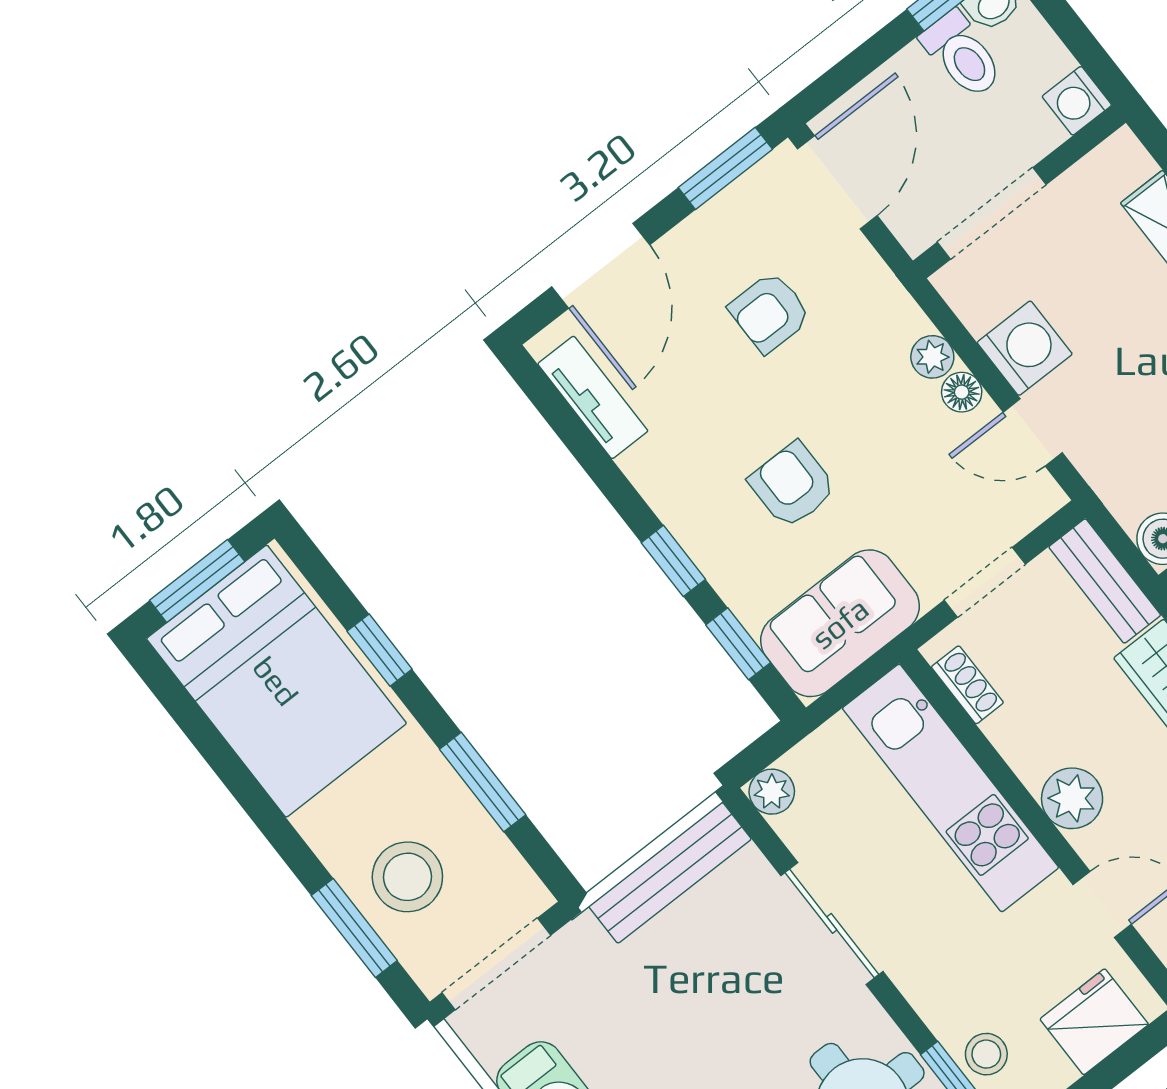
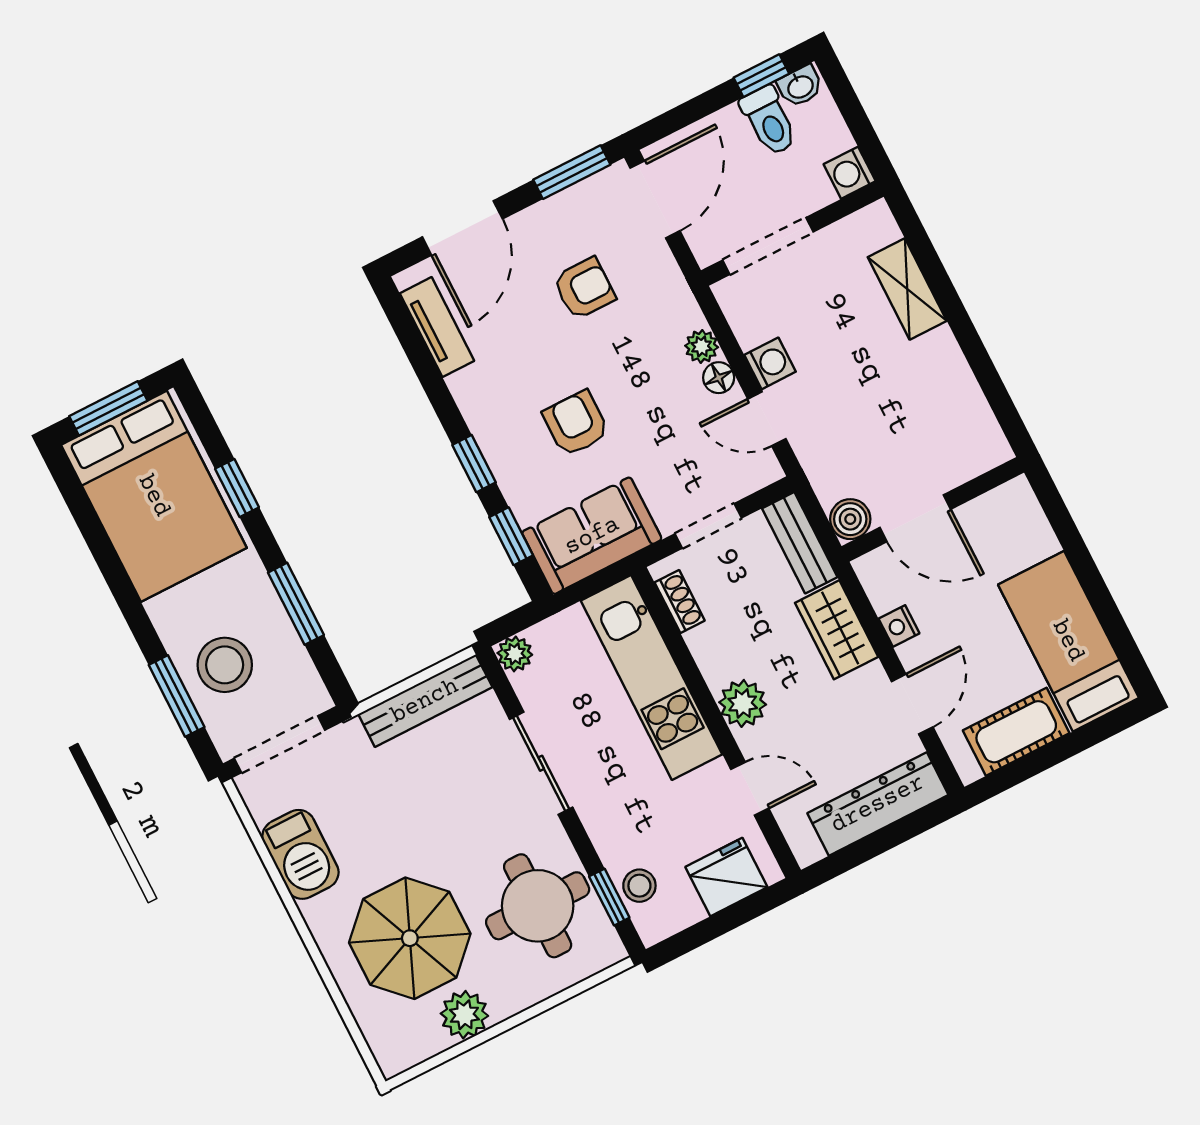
armchair: (770, 312) -> (584, 288), turned 180
washing machine: (1025, 348) -> (770, 363), width x0.73, depth x0.73

